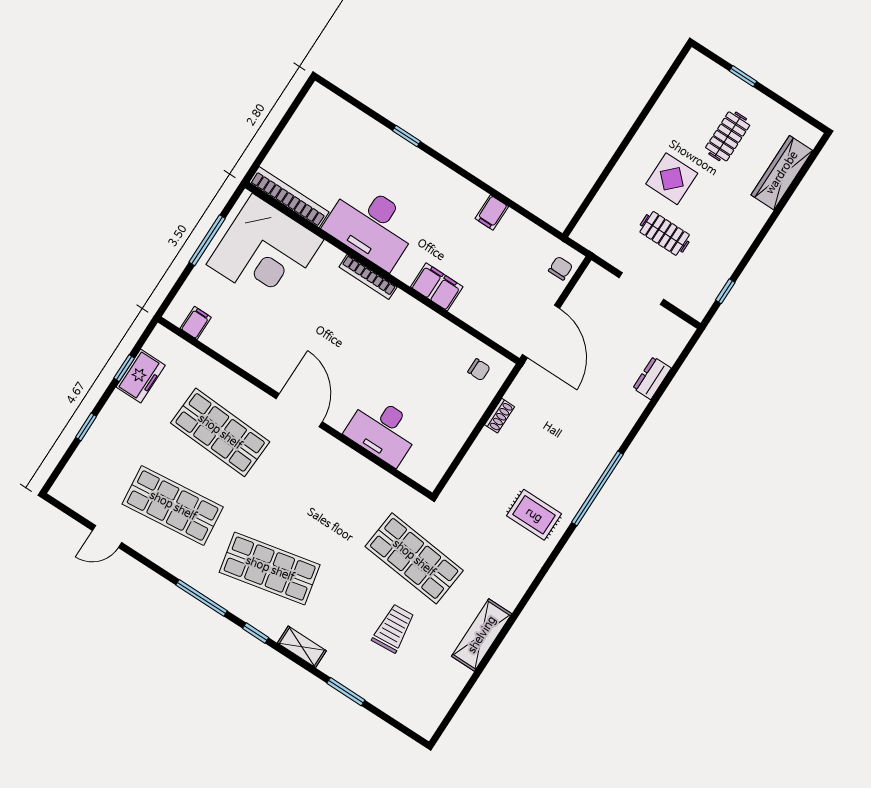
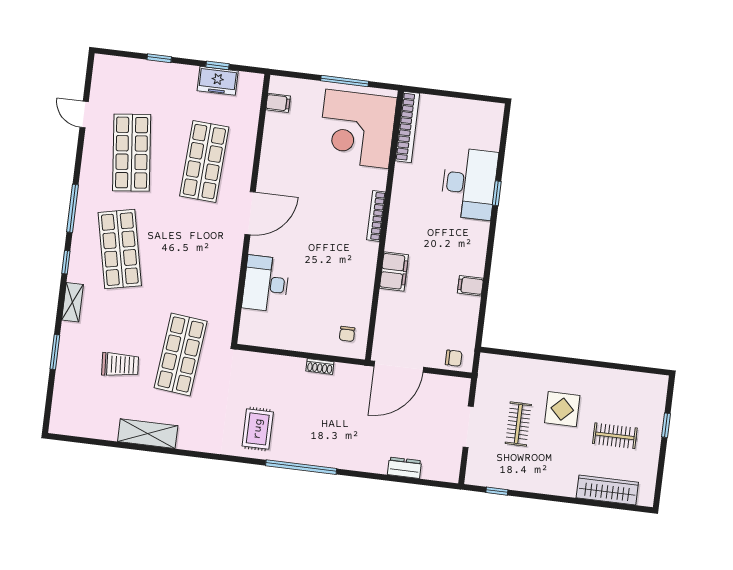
desk: (372, 225) -> (469, 184), moved, turned 180

